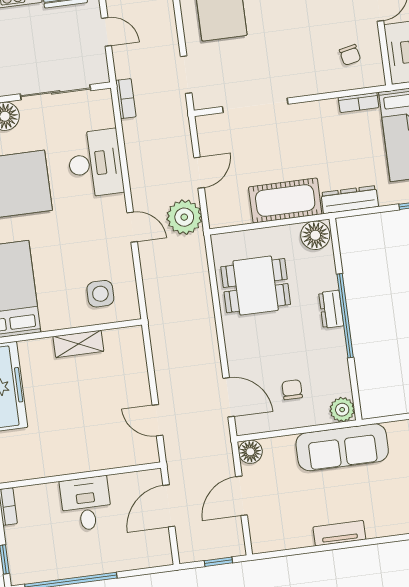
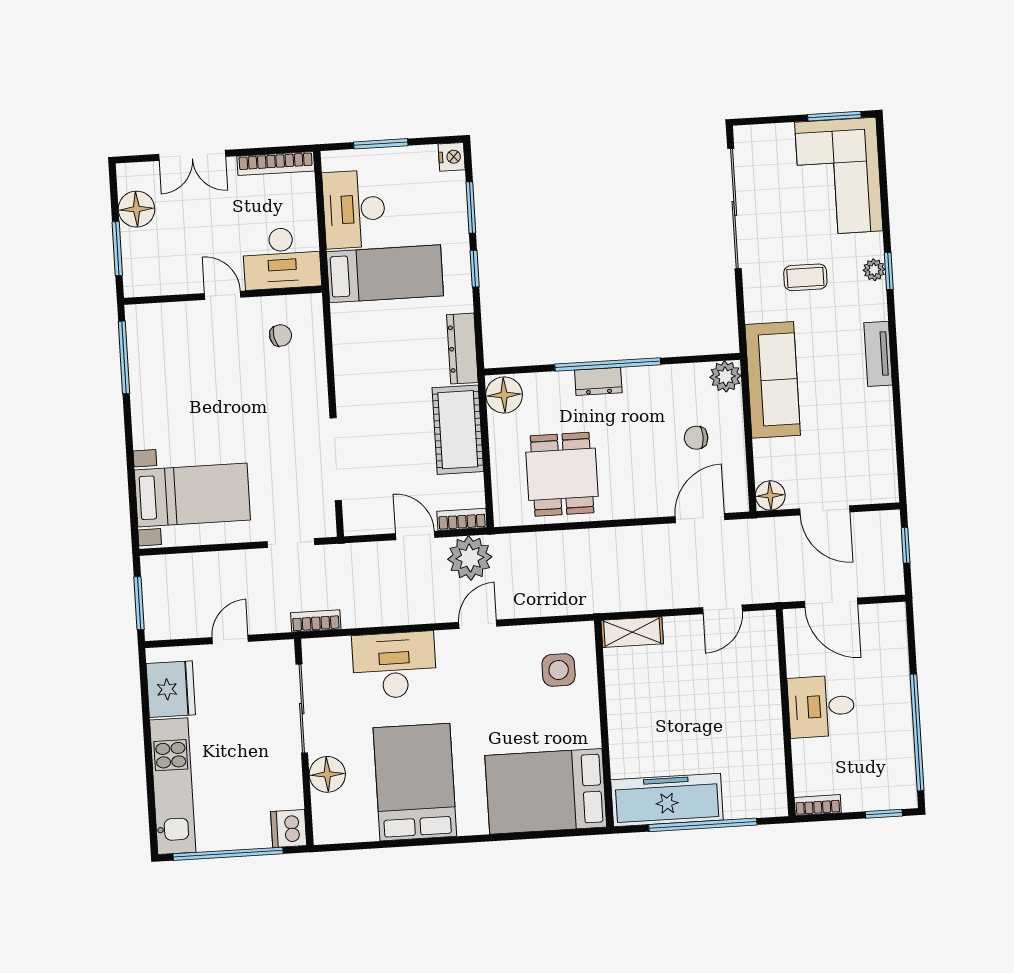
bookcase: (358, 102) -> (462, 519), moved, turned -90
shelving: (78, 344) -> (632, 632), moved, turned 90
tv unit: (339, 533) -> (878, 354), moved

